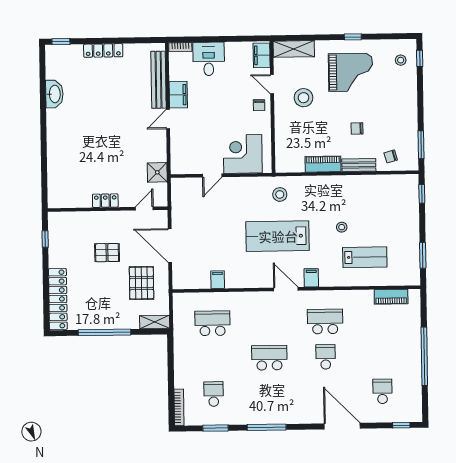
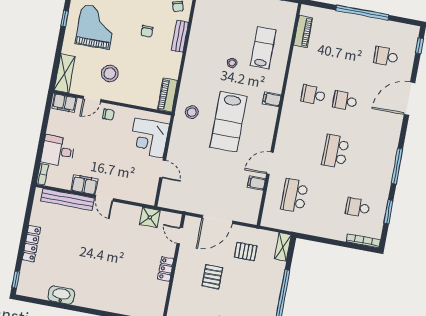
piano: (323, 164) -> (167, 95), moved
pallet: (142, 283) -> (246, 252), width x0.67, depth x0.71
door: (286, 289) -> (270, 163), moved
school desk: (325, 322) -> (313, 95), width x0.54

